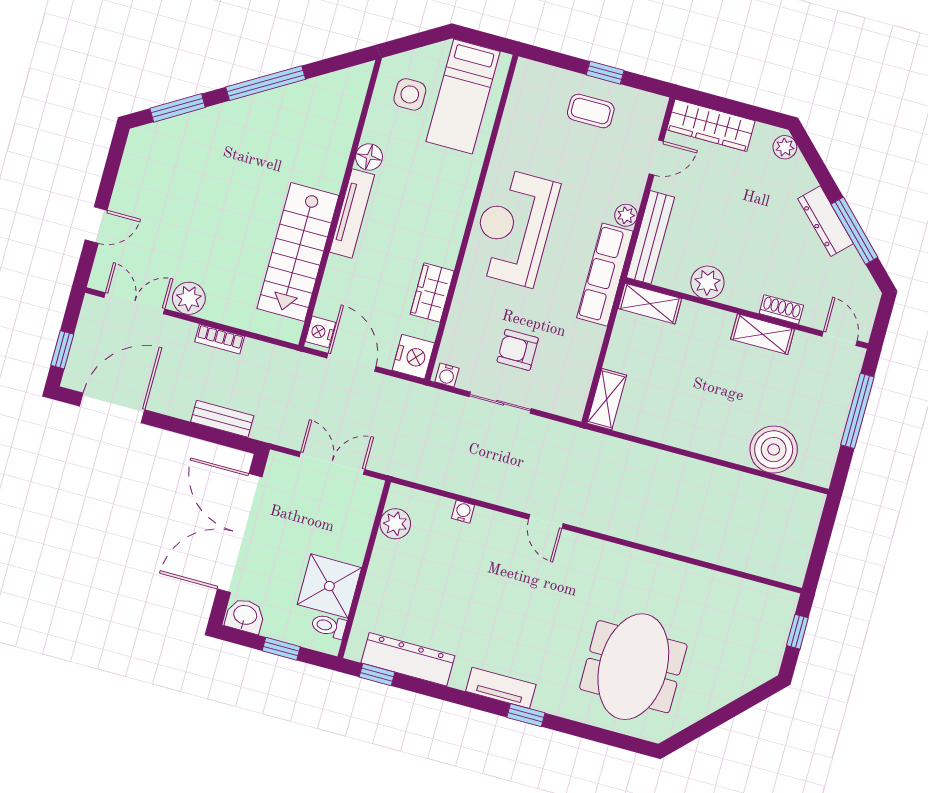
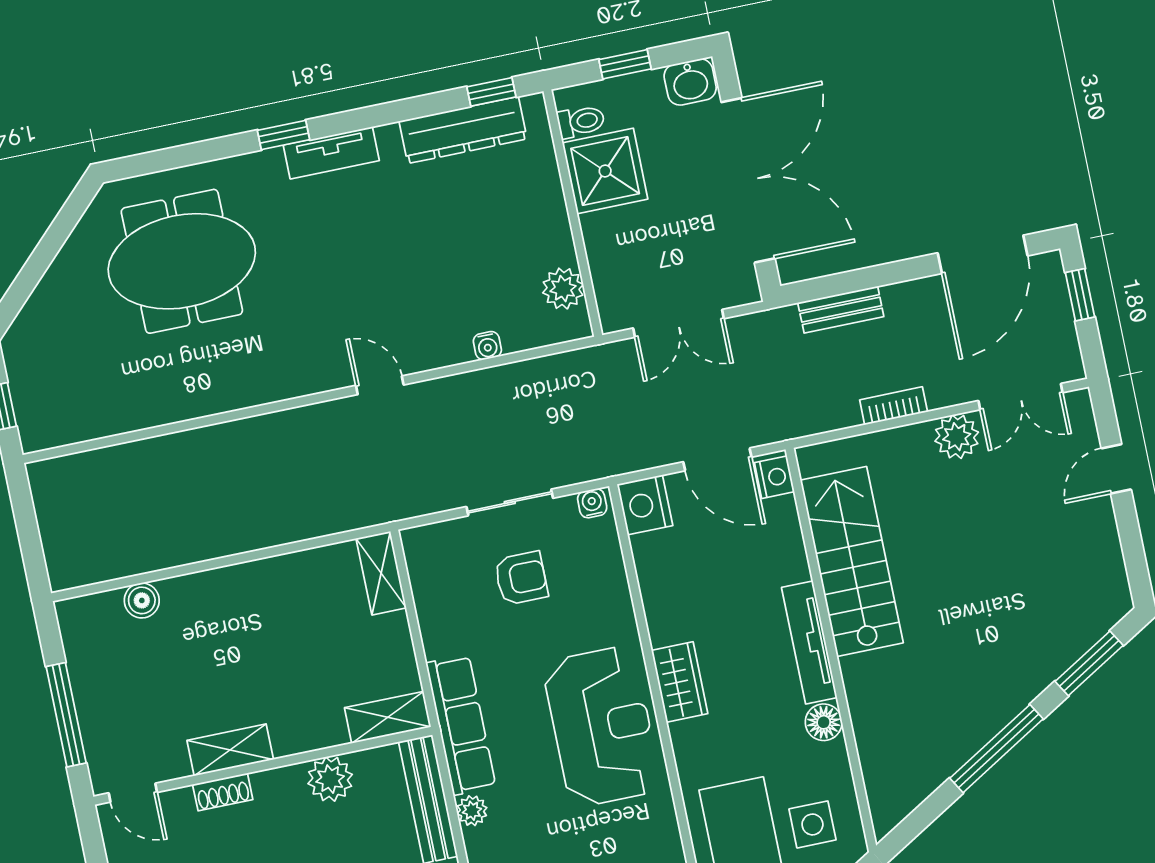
wardrobe: (432, 293) -> (680, 682), moved
boiler: (774, 450) -> (142, 600), width x0.54, depth x0.54
meeting table: (633, 667) -> (182, 261), turned 90

